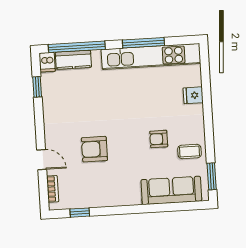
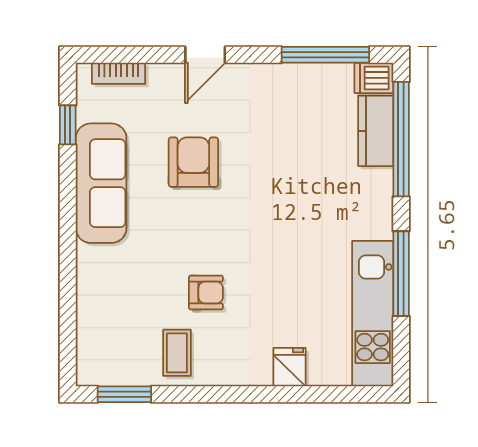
kitchen unit: (151, 56) -> (373, 314), width x0.73
window: (37, 87) -> (325, 55), width x2.17
armchair: (159, 139) -> (206, 293), turned 90
door: (42, 160) -> (205, 55), moved
sofa: (171, 190) -> (101, 183), moved

